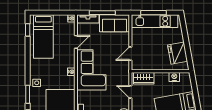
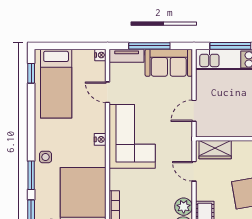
door: (76, 42) -> (108, 92), swing flipped

